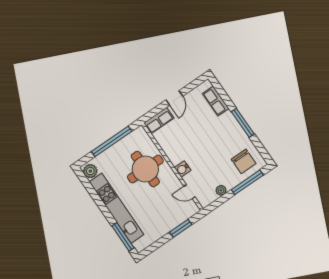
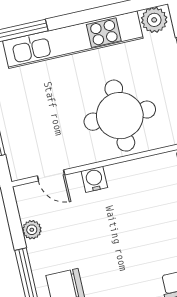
door: (189, 192) -> (51, 175), swing flipped

